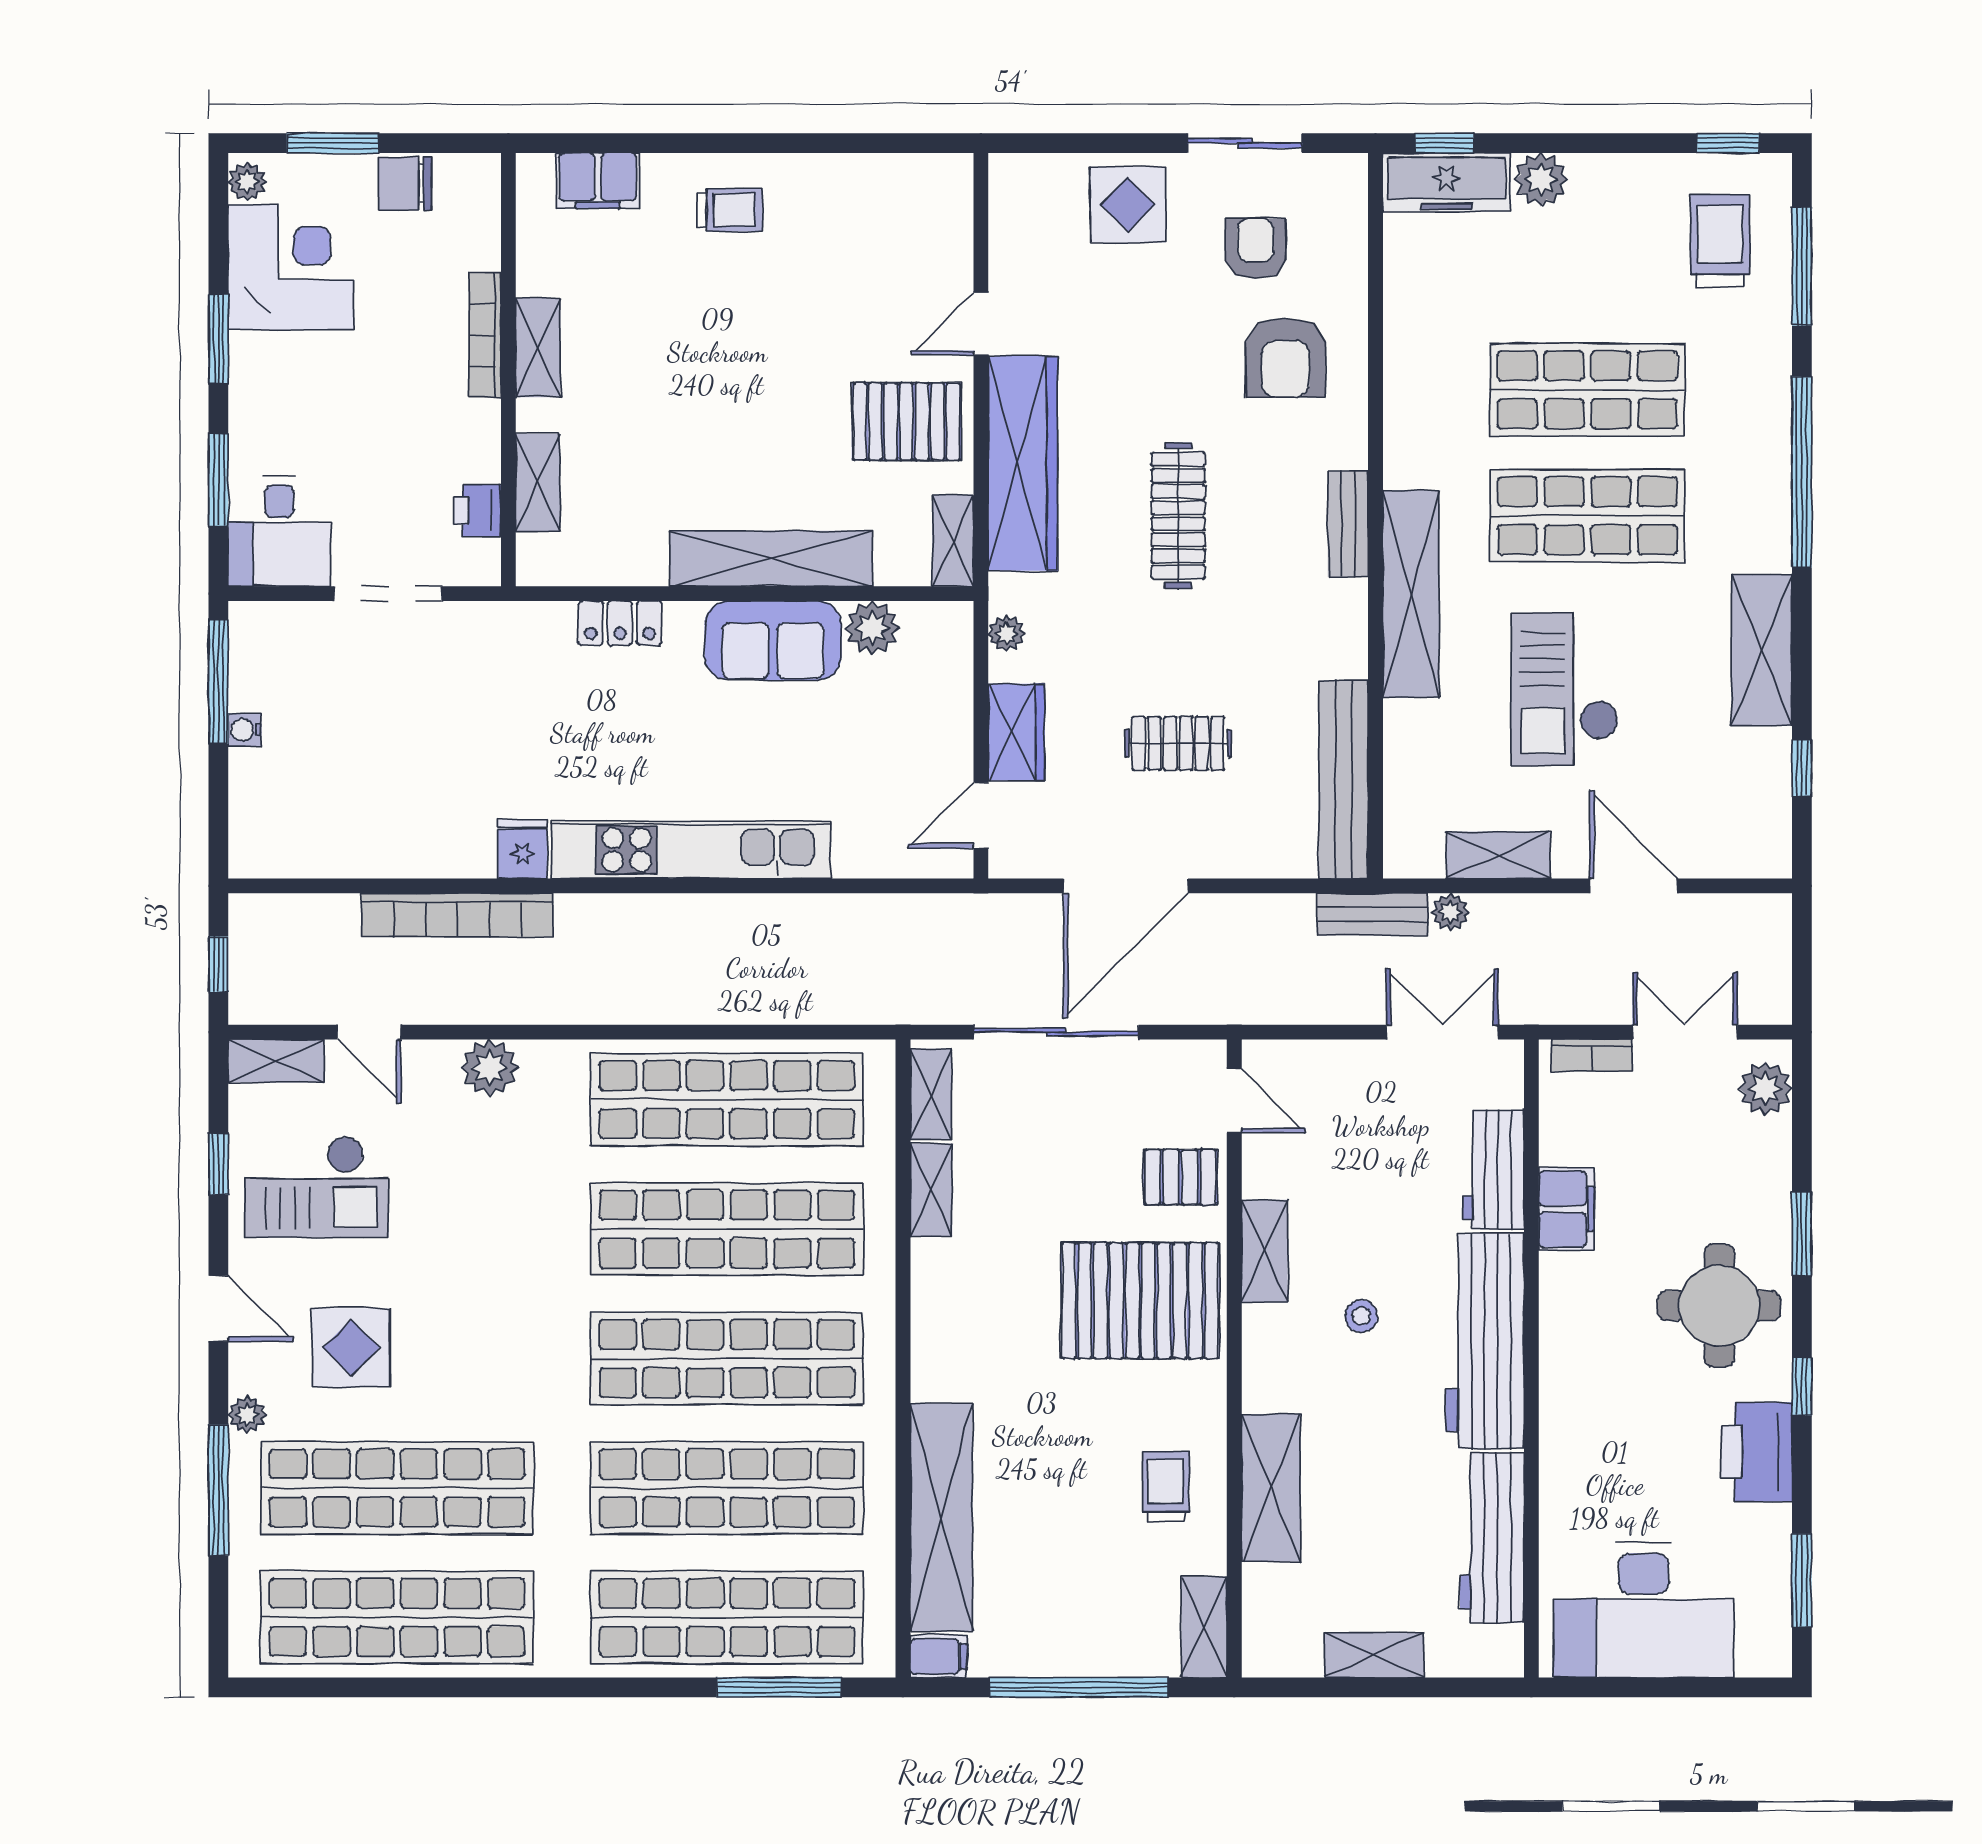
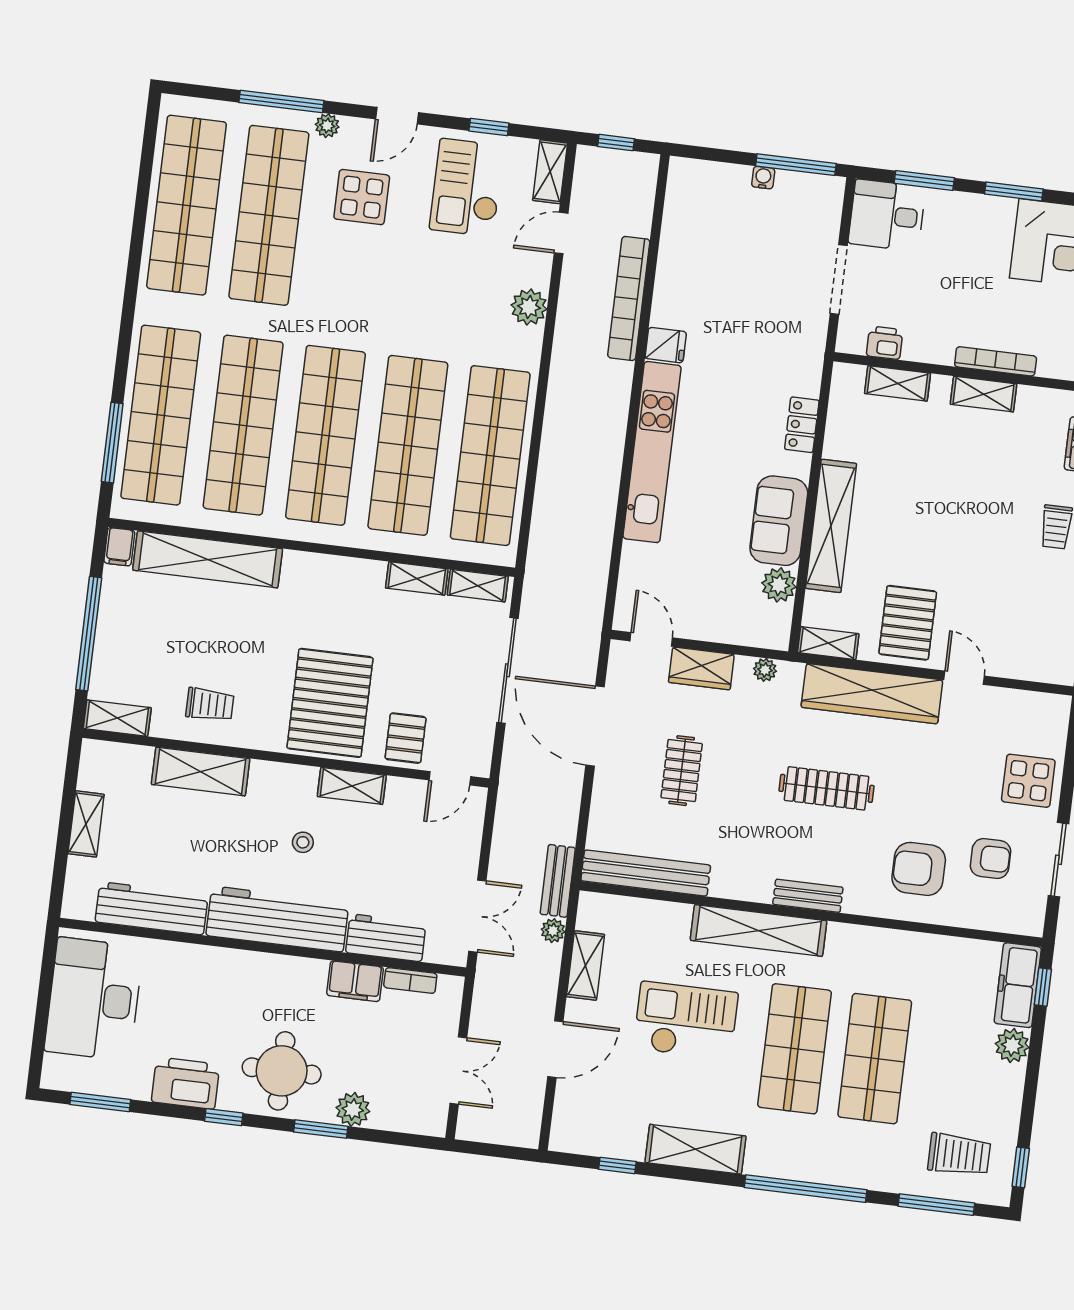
bookcase: (1592, 1055) -> (410, 981), moved, turned -90
plant: (1765, 1088) -> (353, 1109), moved

